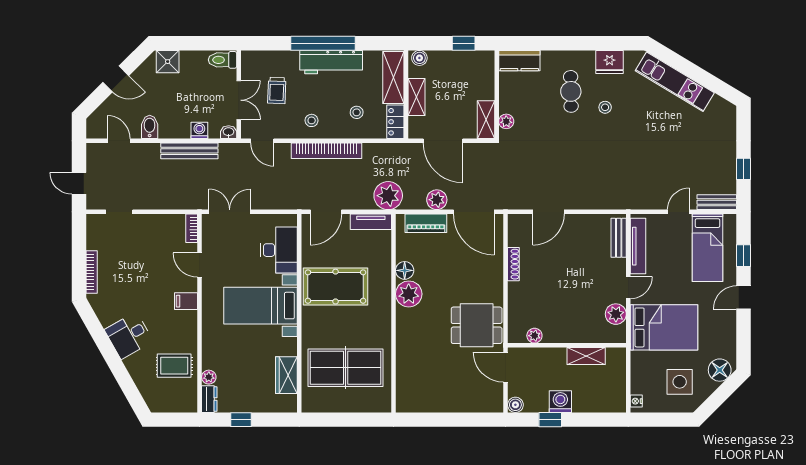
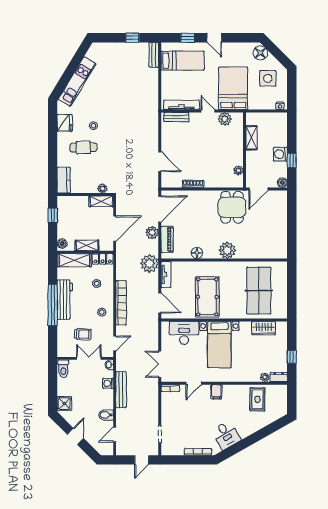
door: (678, 212) -> (160, 79), removed
plant: (409, 294) -> (227, 250), moved
desk: (129, 335) -> (226, 435), moved

